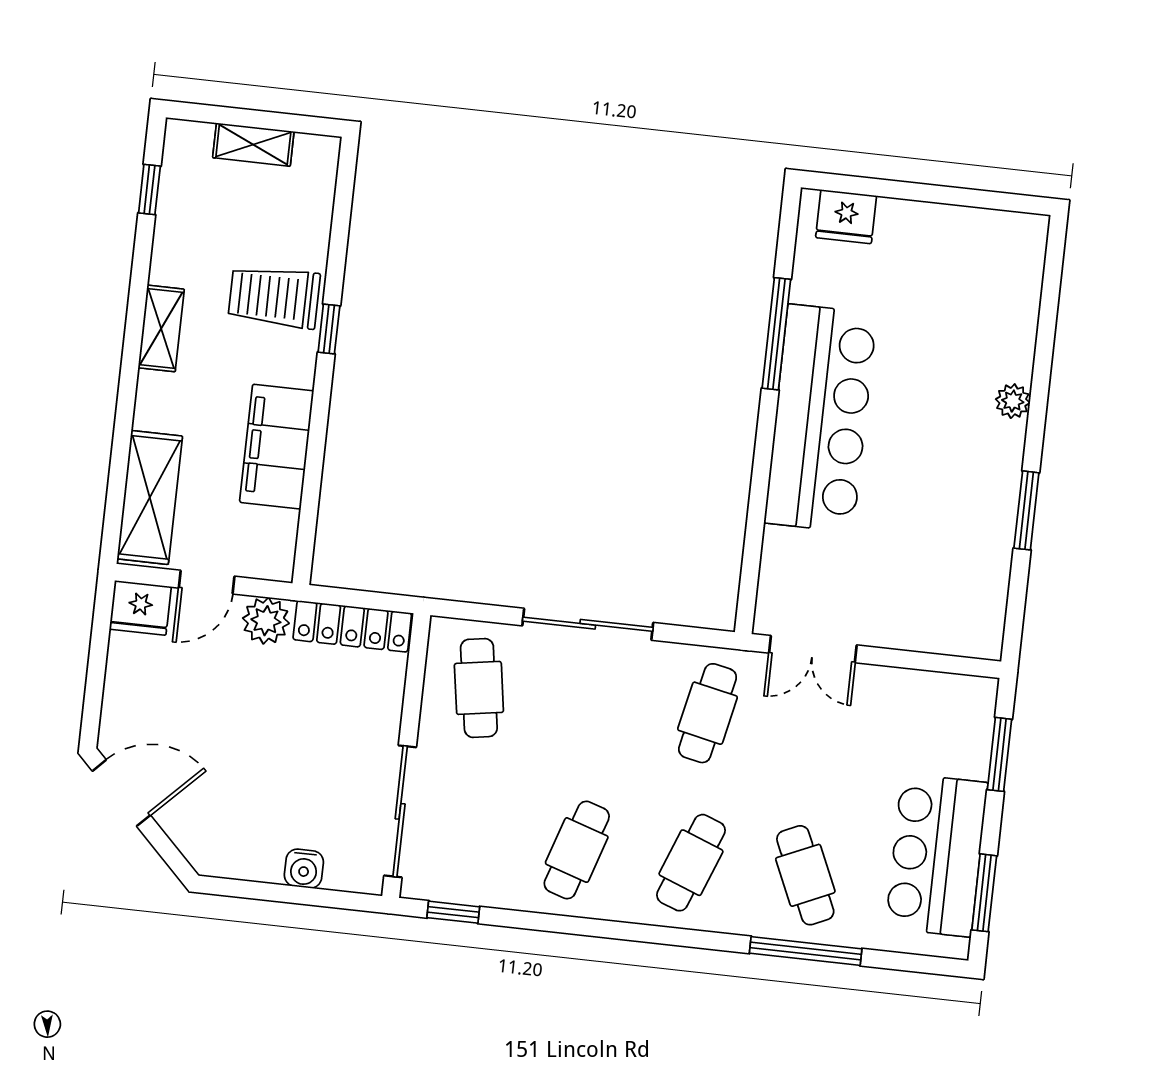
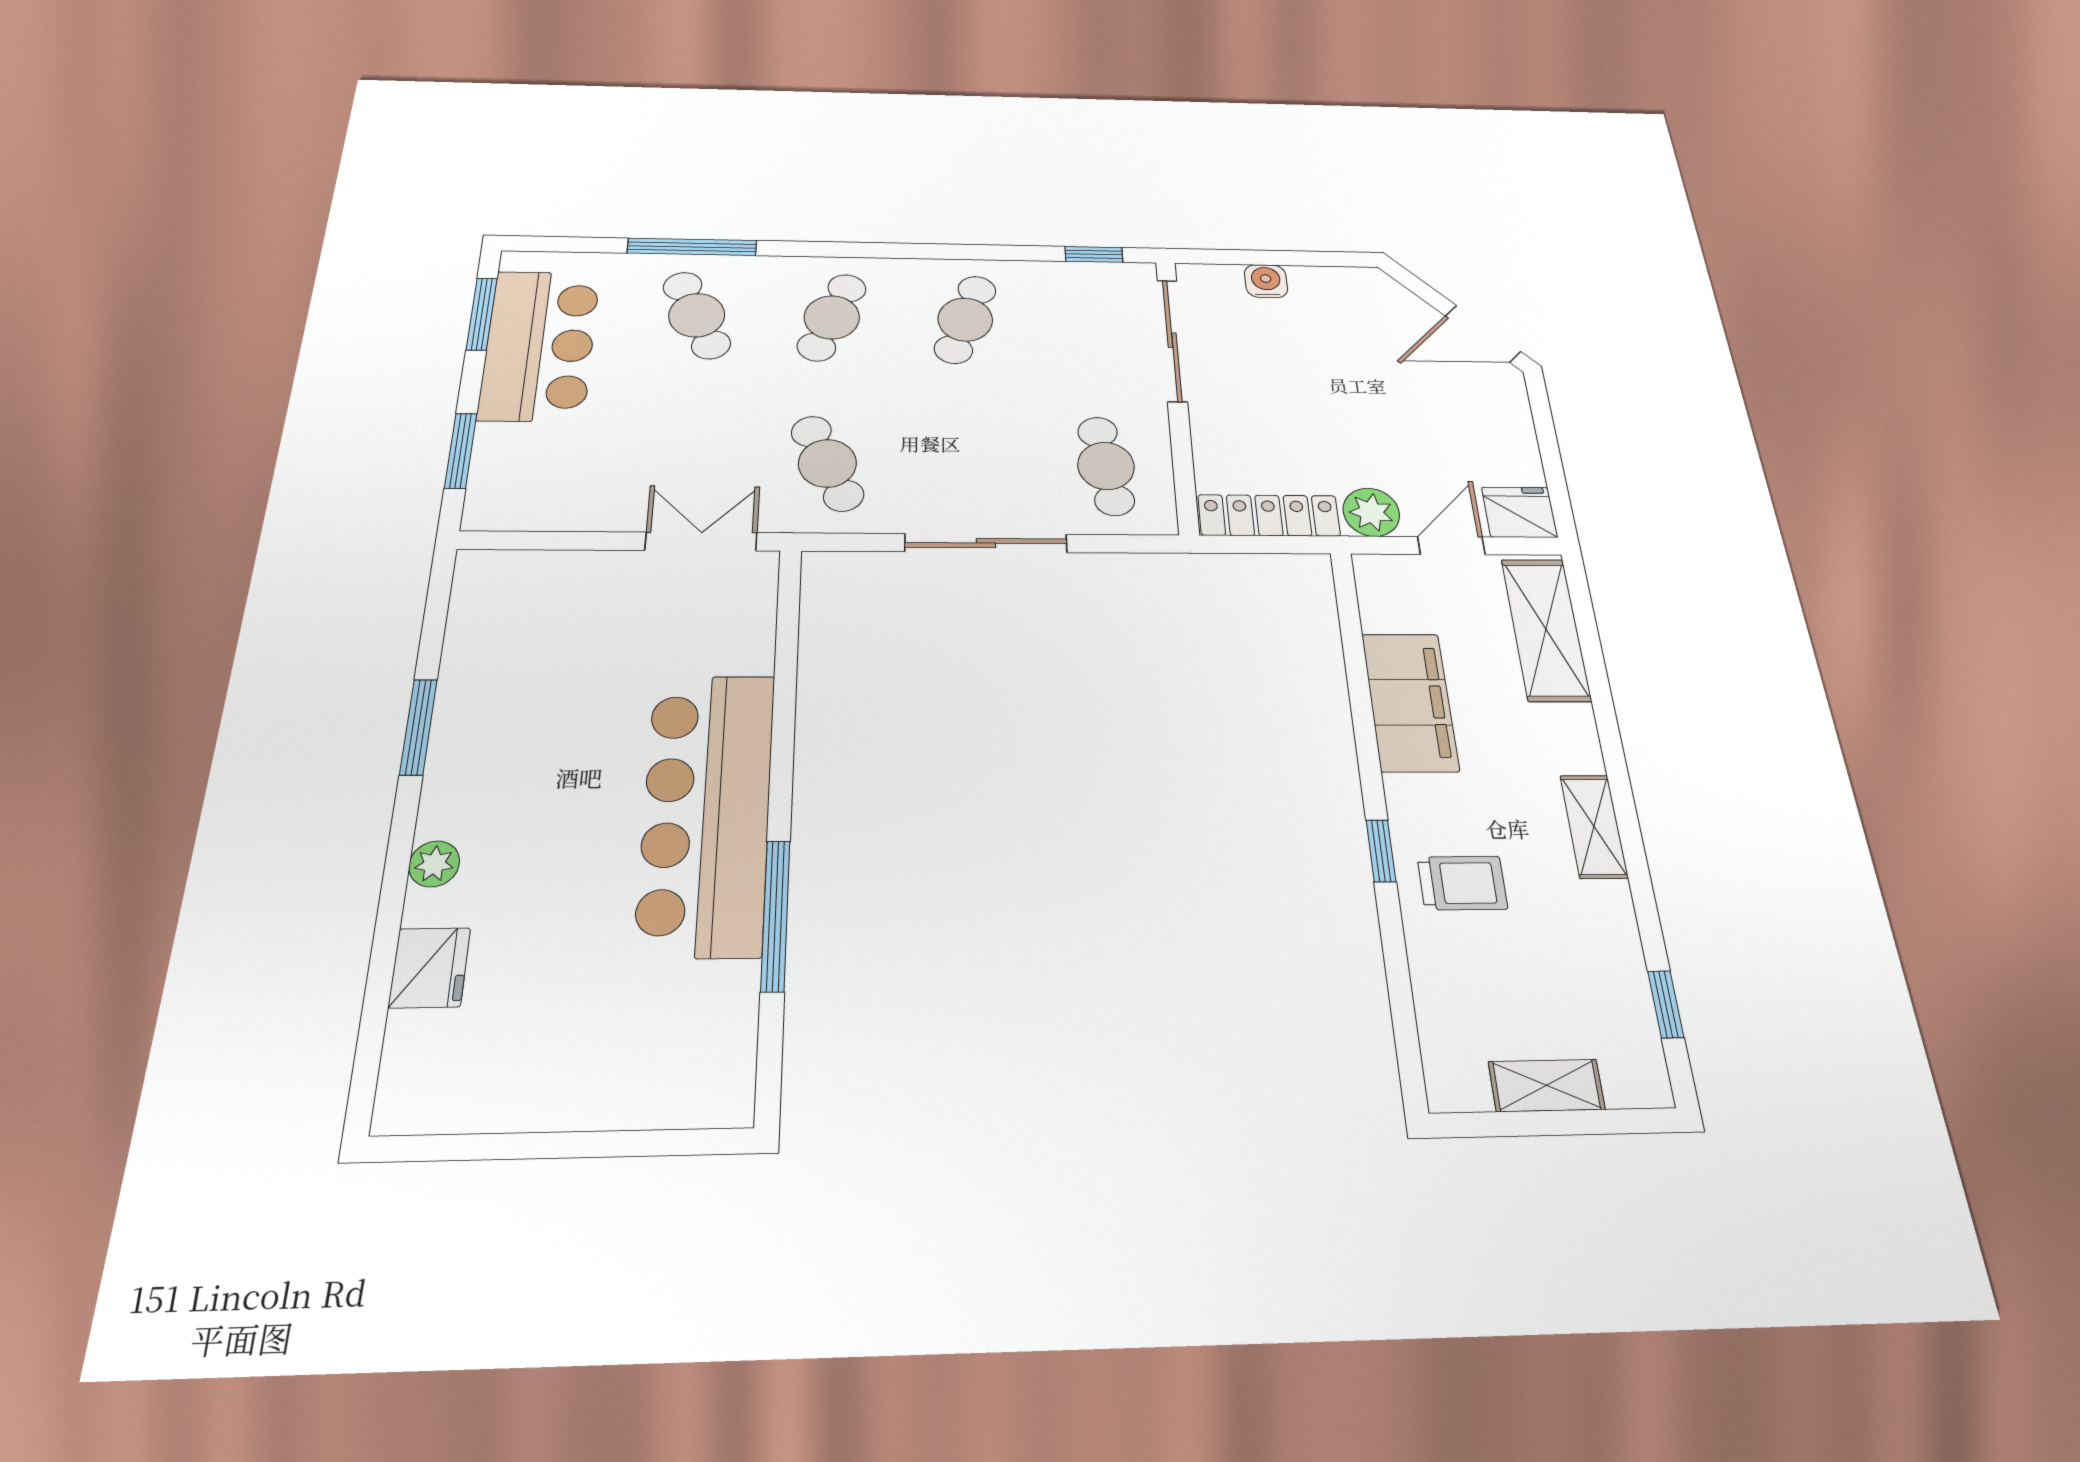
fridge: (846, 217) -> (430, 968), moved, turned 90
trolley: (274, 297) -> (1462, 883), width x0.73, depth x0.72
cafe table: (708, 713) -> (827, 463), turned -36

